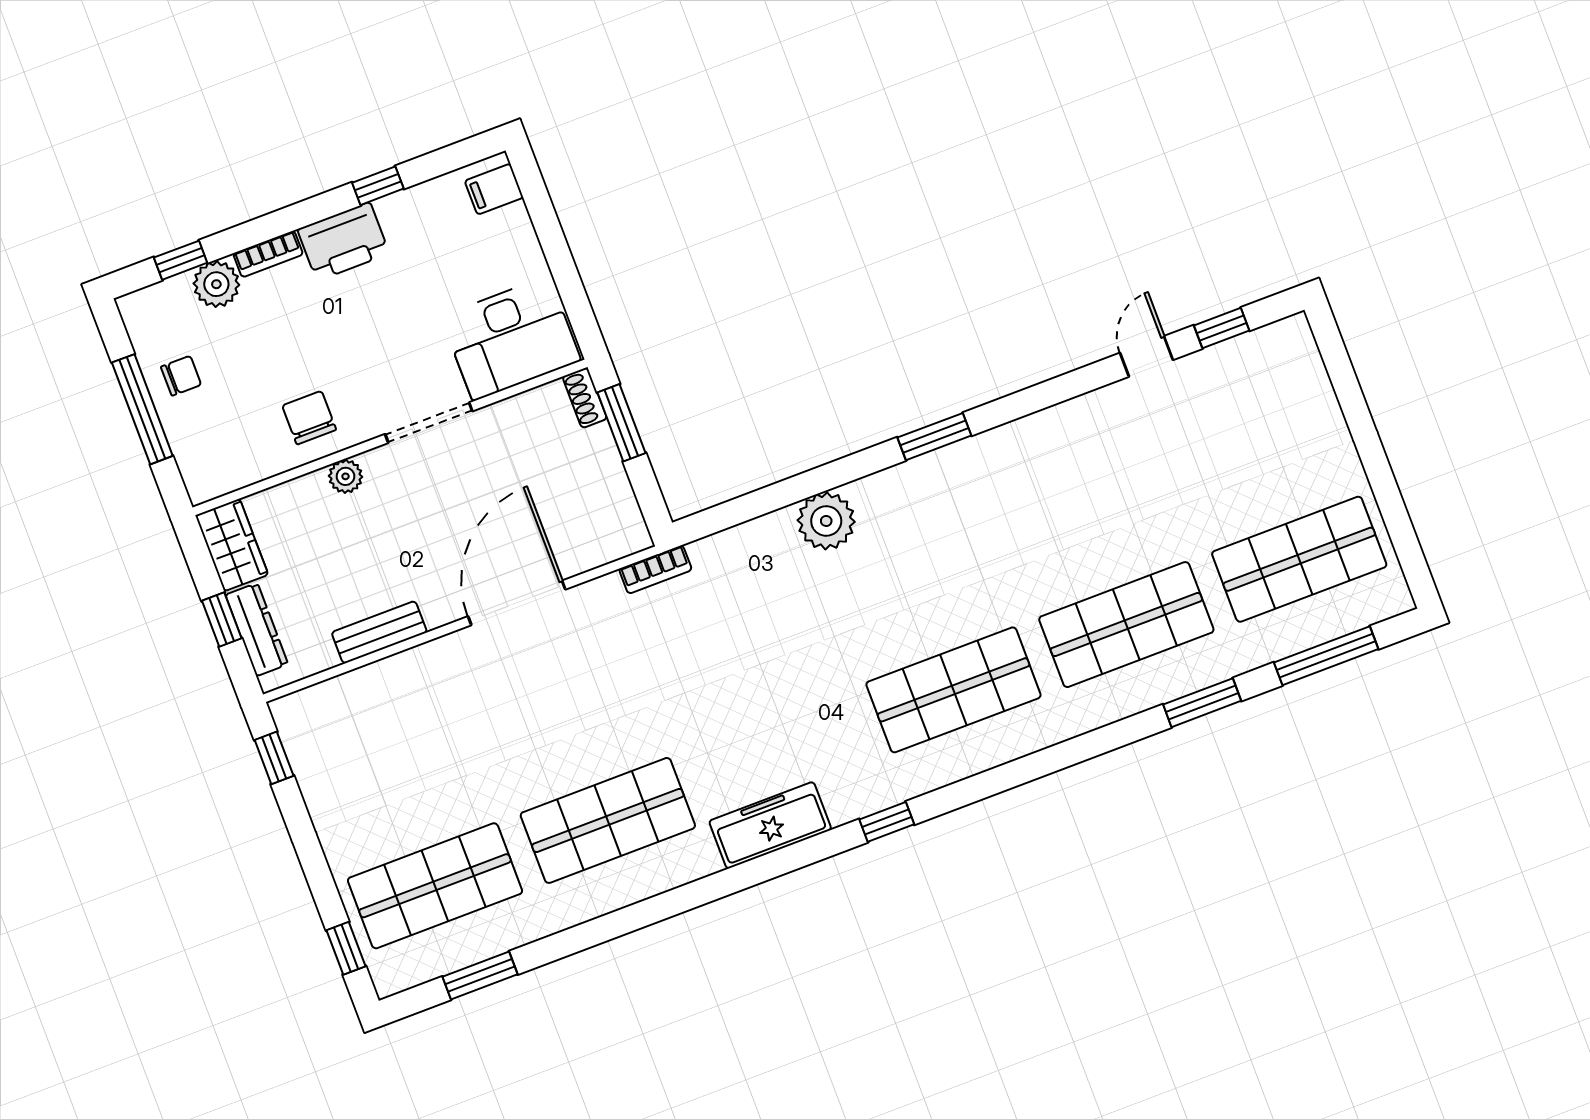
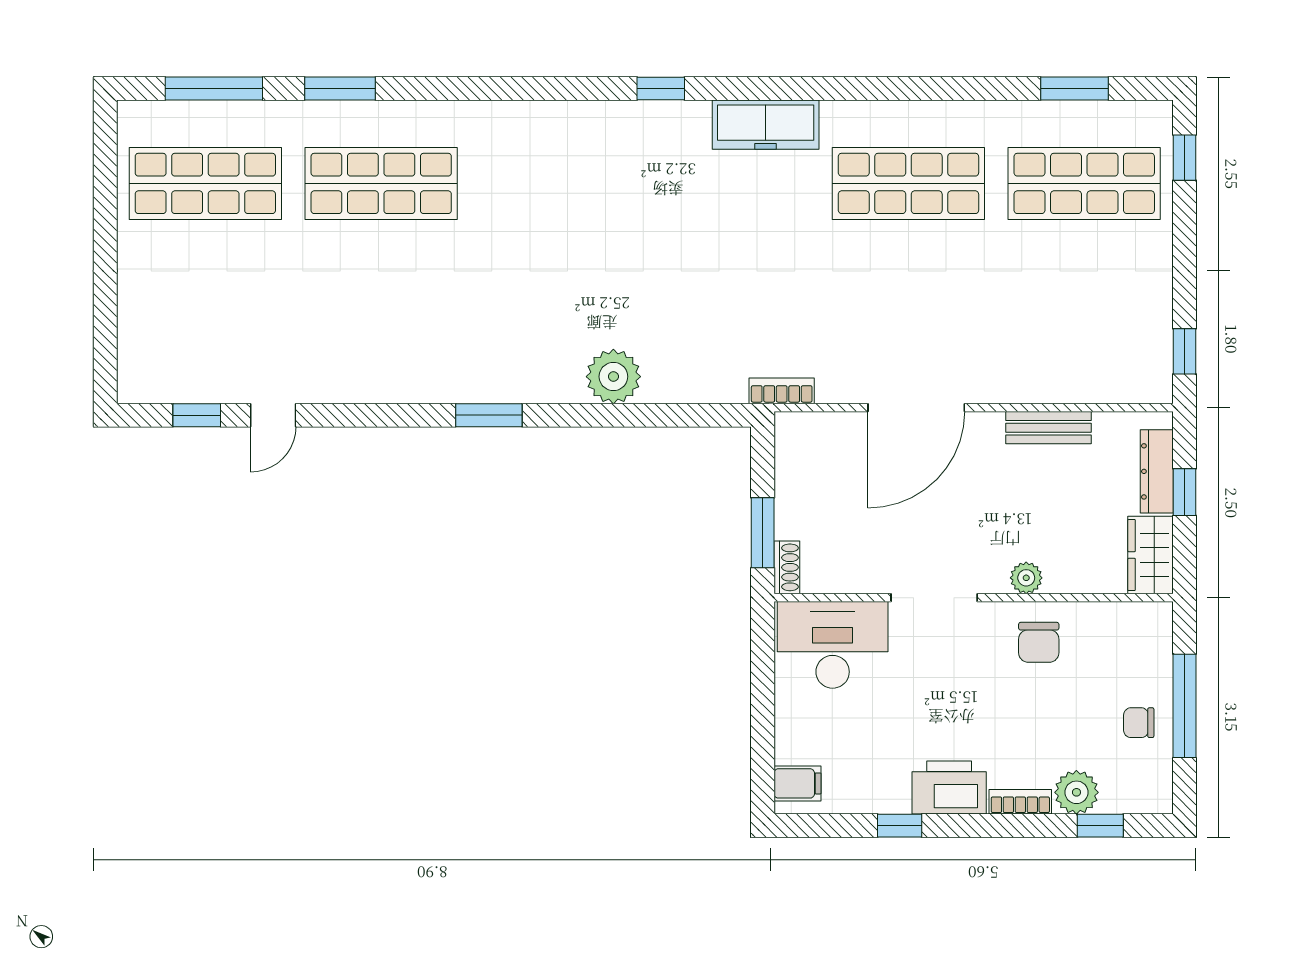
shop shelf: (954, 690) -> (557, 183), removed

